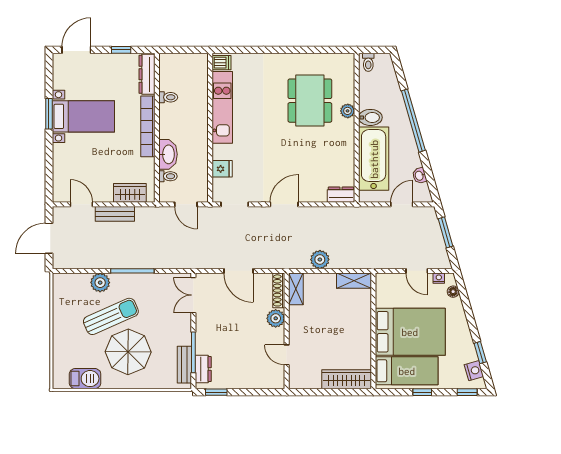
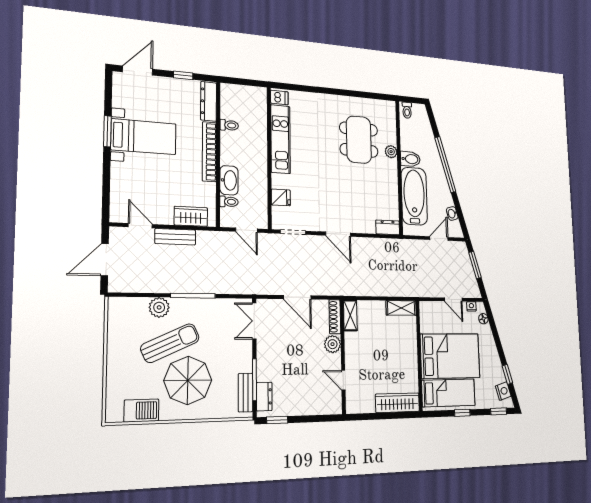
door: (284, 204) -> (338, 234), swing flipped
plant: (320, 260) -> (371, 287), removed

